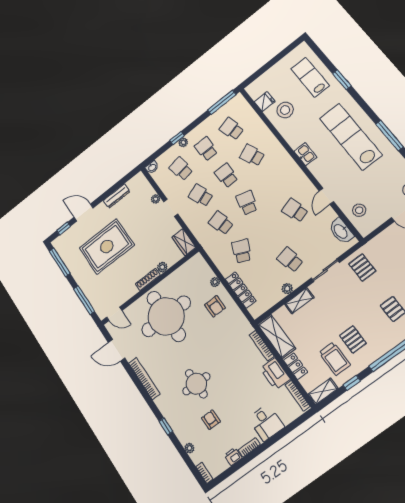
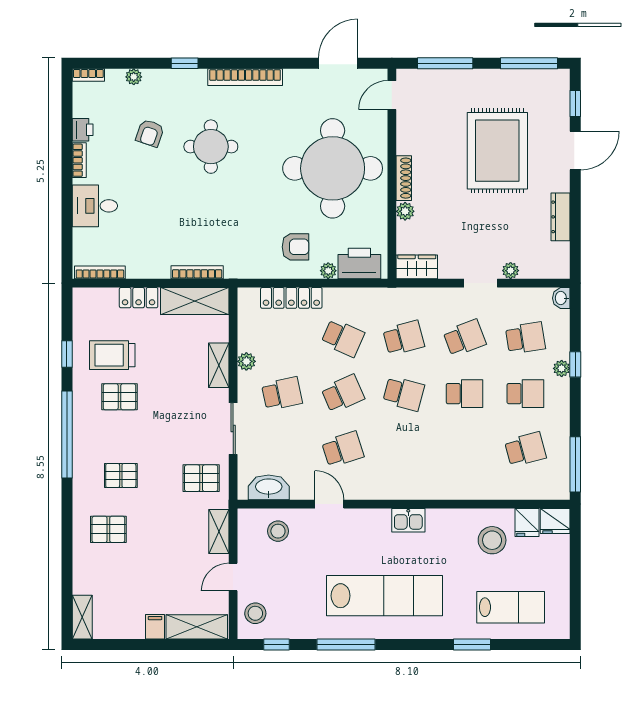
fridge: (254, 90) -> (555, 521), added
school desk: (252, 155) -> (343, 394), moved
armchair: (215, 306) -> (295, 247), turned 180
printer: (275, 374) -> (359, 264), moved
bookcase: (144, 378) -> (245, 77), moved
shelving: (323, 391) -> (219, 532), moved
armchair: (211, 420) -> (150, 133), turned 109

